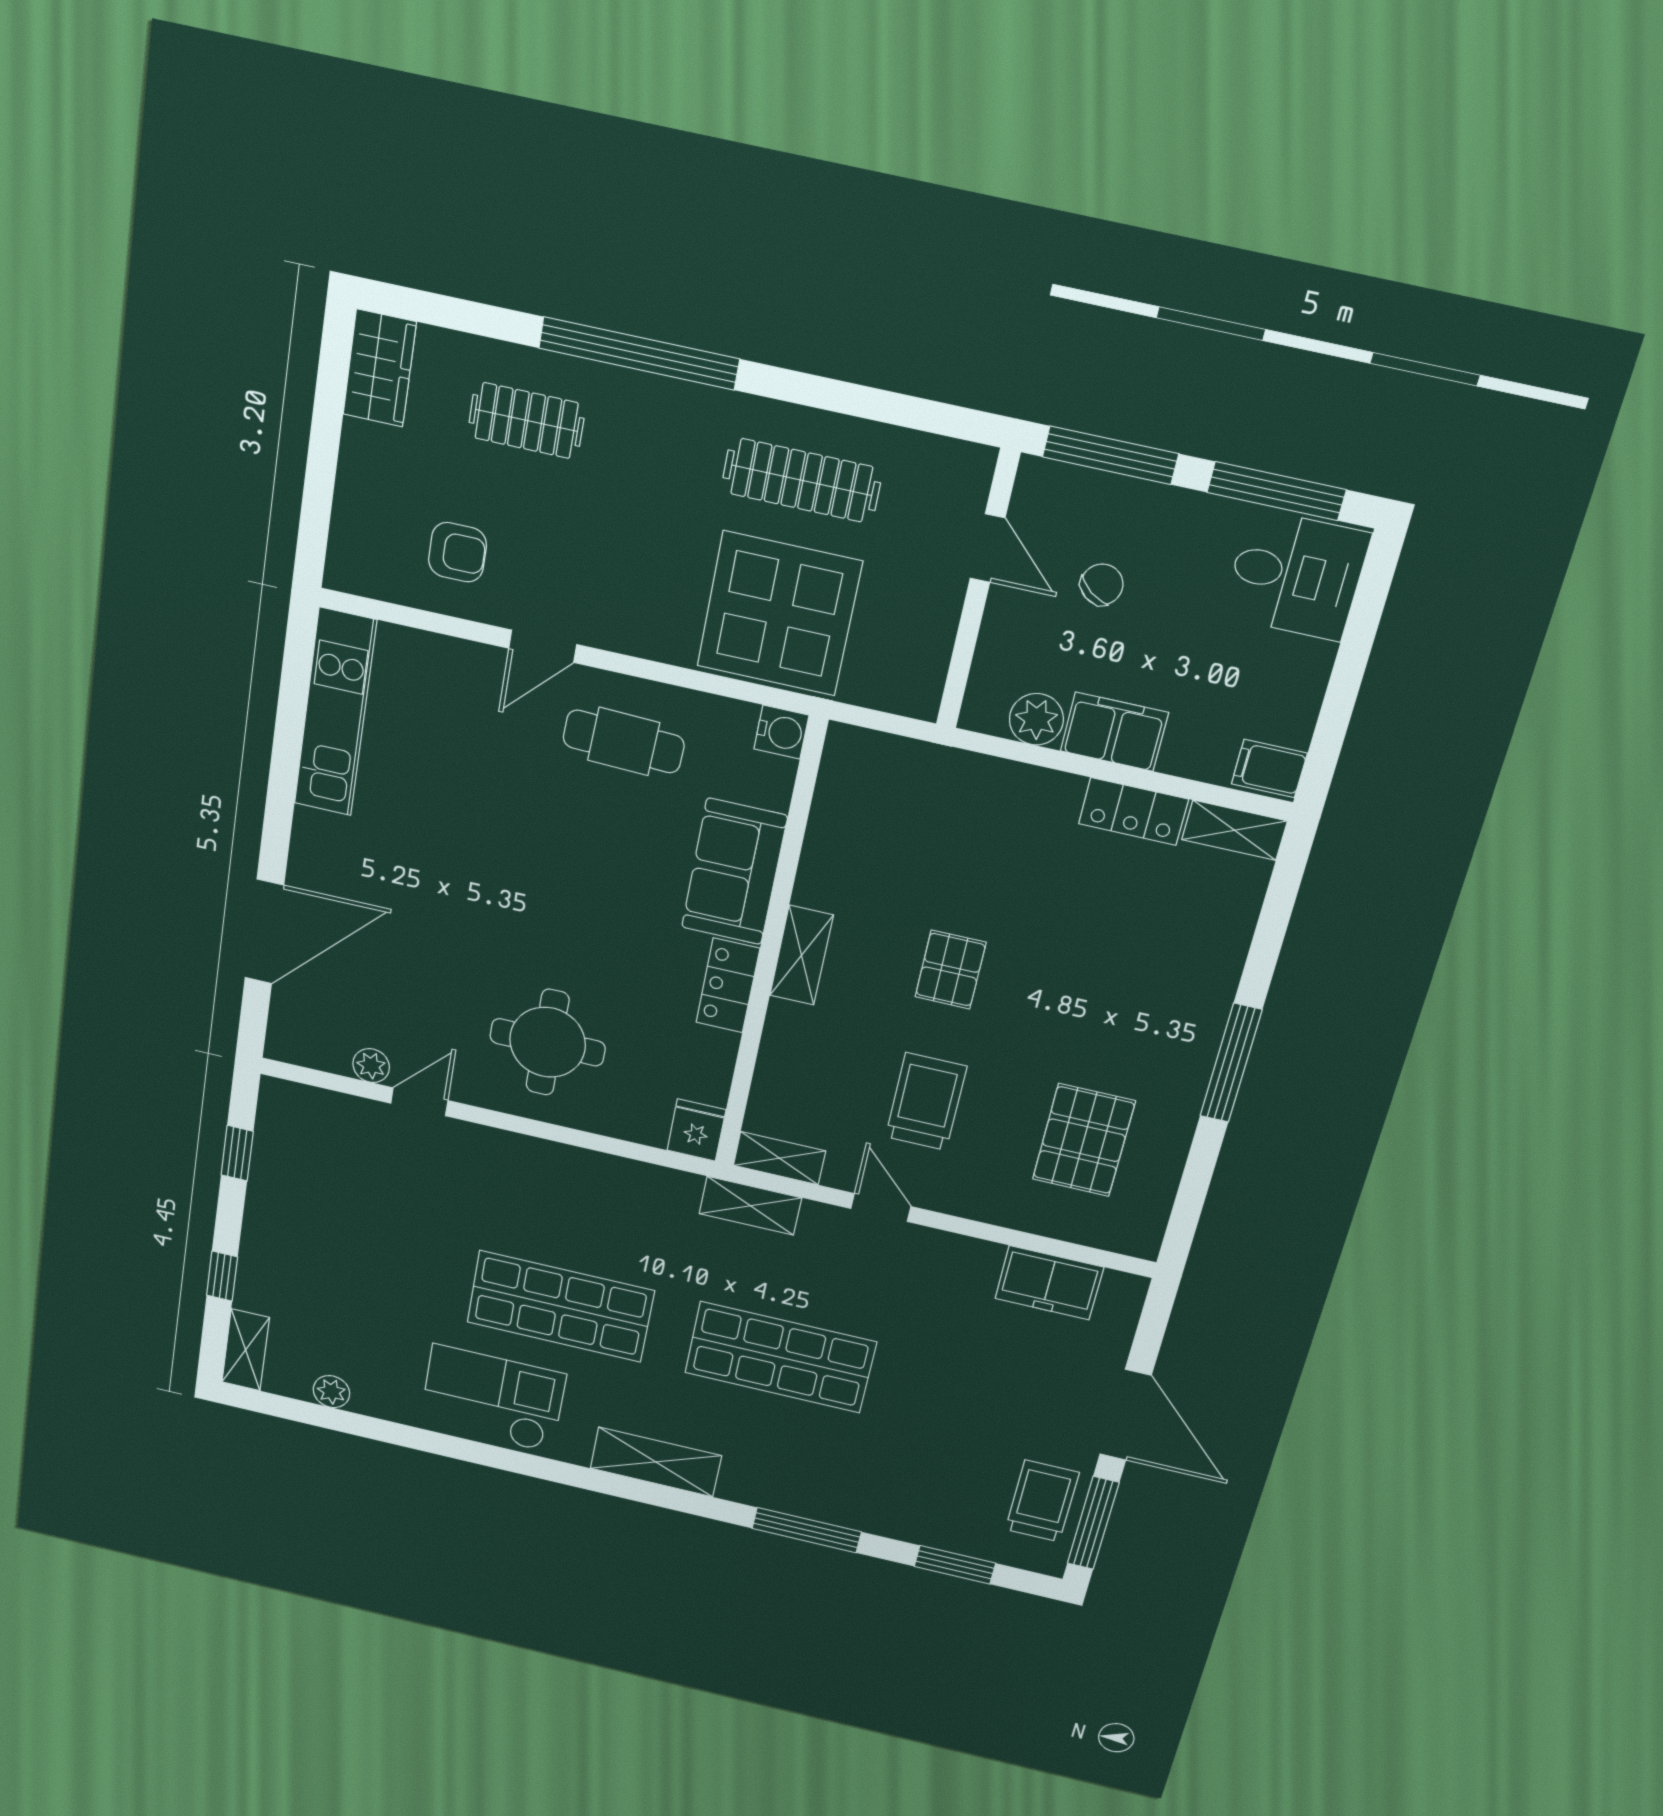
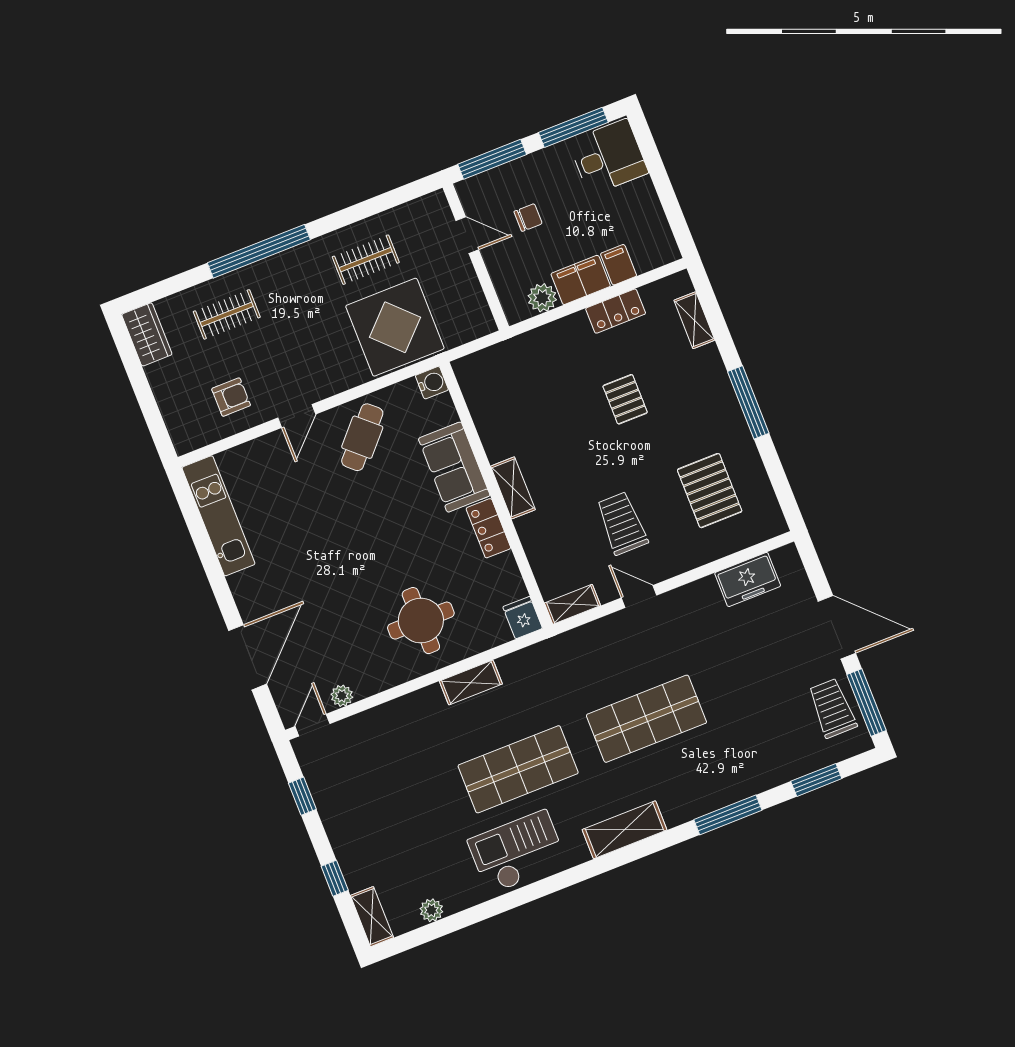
clothes rail: (802, 480) -> (366, 260), width x0.73
chair: (1102, 585) -> (528, 218), turned 53
cafe table: (624, 741) -> (362, 437), turned -50
filing cabinet: (1269, 768) -> (619, 265), moved, turned 90
shelving: (1234, 830) -> (694, 320), moved, turned 90
pallet: (951, 970) -> (625, 399), moved
door: (419, 1102) -> (313, 725), moved
shelving: (750, 1206) -> (471, 683), moved

